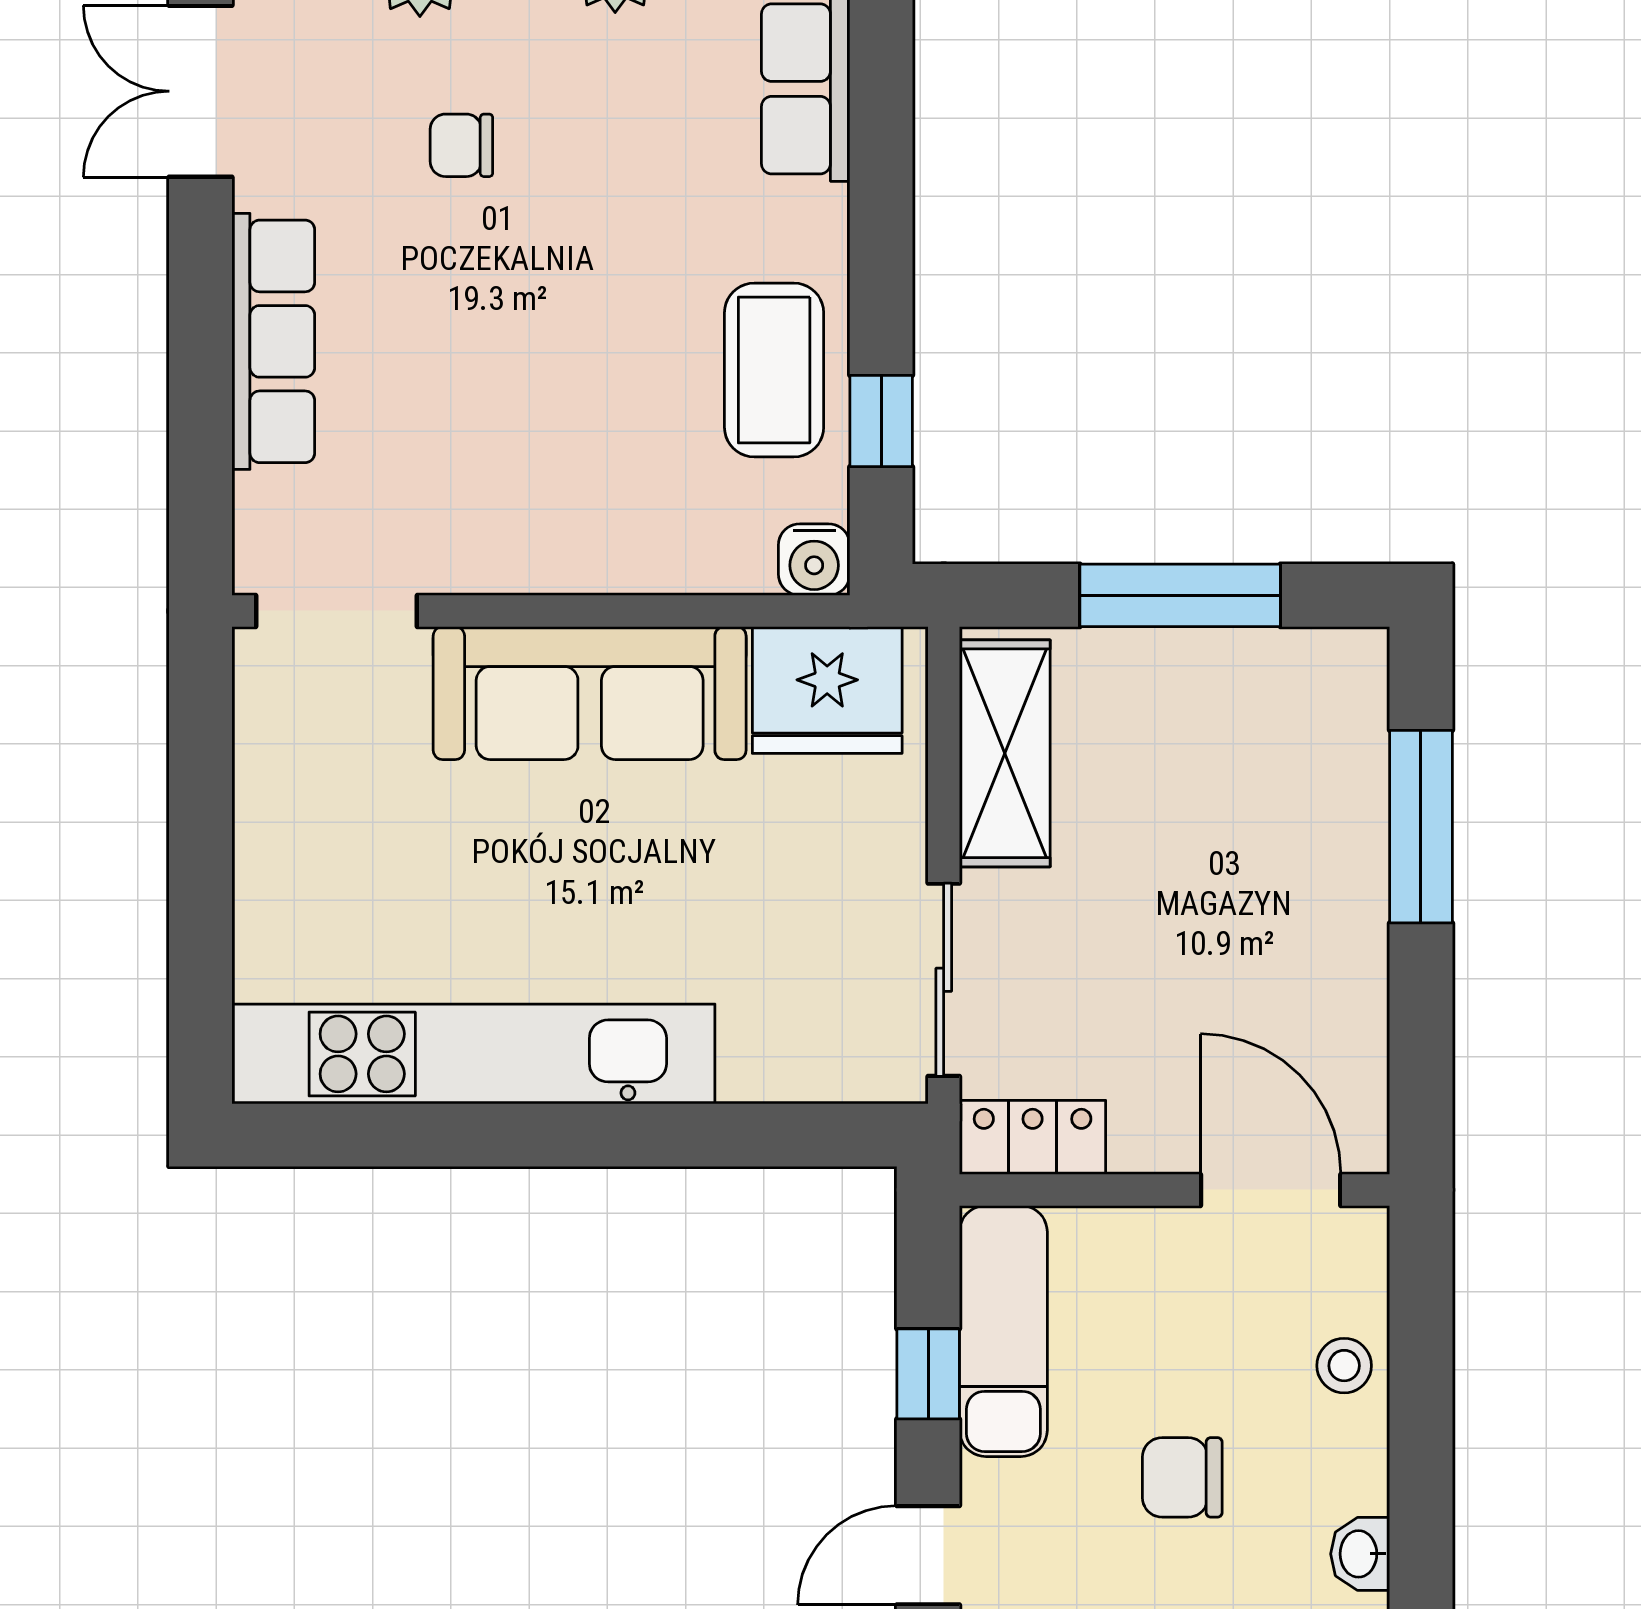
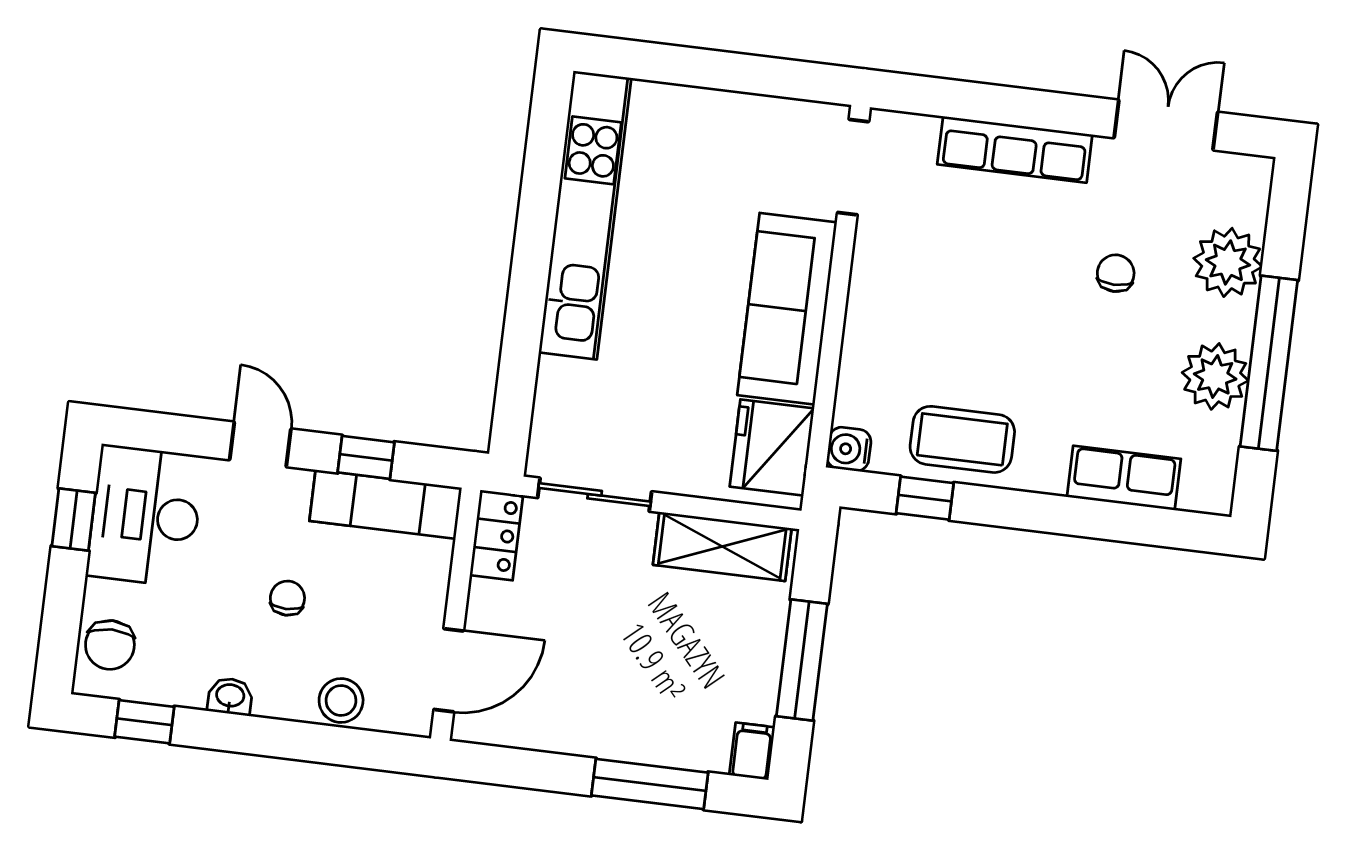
filing cabinet: (1345, 660) -> (752, 751), added
stool: (1344, 1366) -> (341, 701), width x1.37, depth x1.37
chair: (1182, 1477) -> (287, 598), width x0.73, depth x0.73

